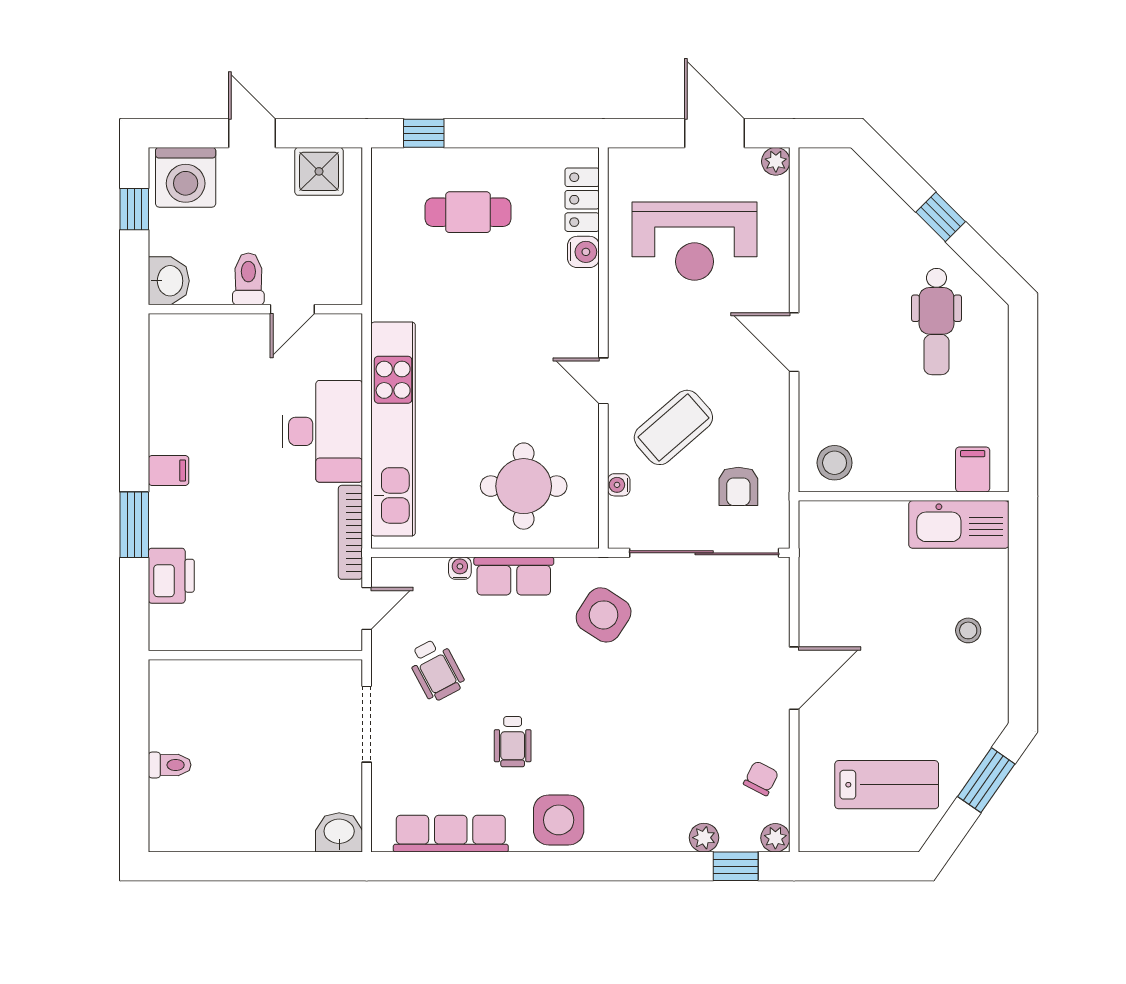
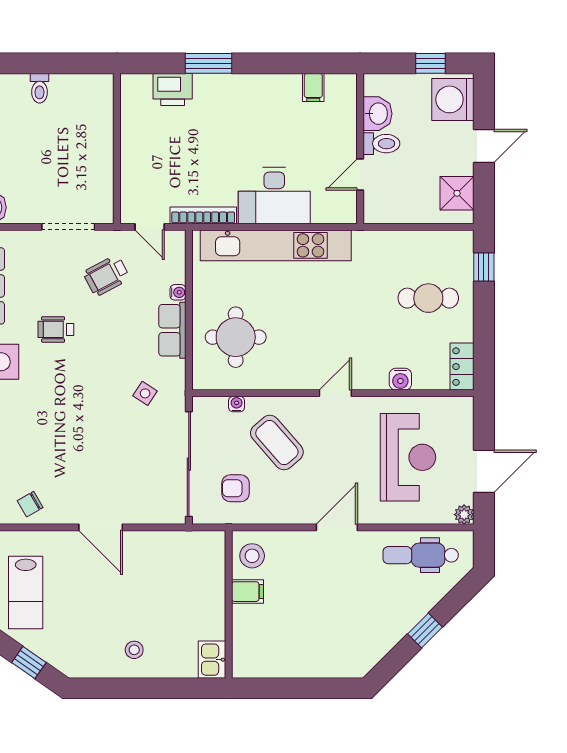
locker: (582, 200) -> (462, 367), moved, turned -90
cafe table: (468, 212) -> (428, 298), turned 90
reception desk: (694, 241) -> (408, 457), turned 180
washbasin: (169, 281) -> (377, 114), moved, turned -90
door: (292, 309) -> (360, 175), hinge flipped
dental chair: (937, 322) -> (421, 555), moved
door: (603, 381) -> (335, 393), moved
filing cabinet: (973, 469) -> (247, 592), moved
filing cabinet: (169, 470) -> (313, 87), moved
kitchen sink: (959, 524) -> (212, 660), width x0.53, depth x0.81
side table: (604, 615) -> (145, 393), width x0.54, depth x0.54
chair: (761, 778) -> (30, 504), turned 123
window: (986, 780) -> (29, 663), width x0.67

